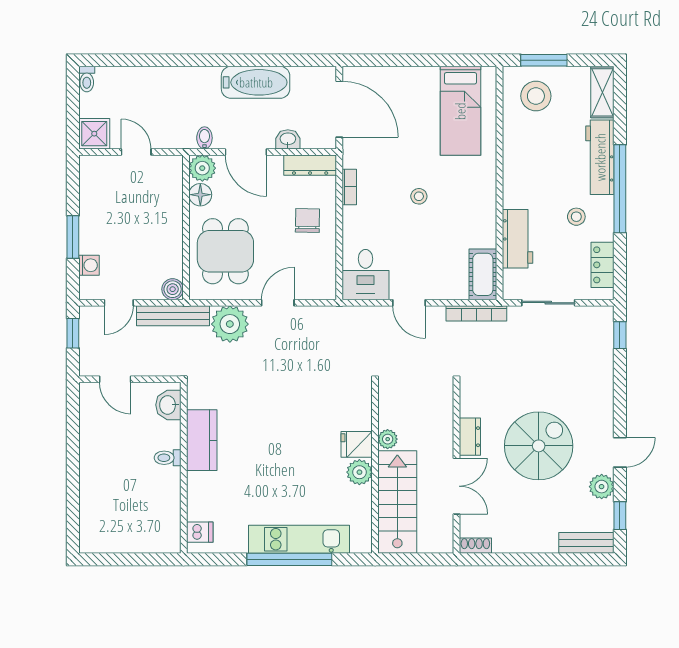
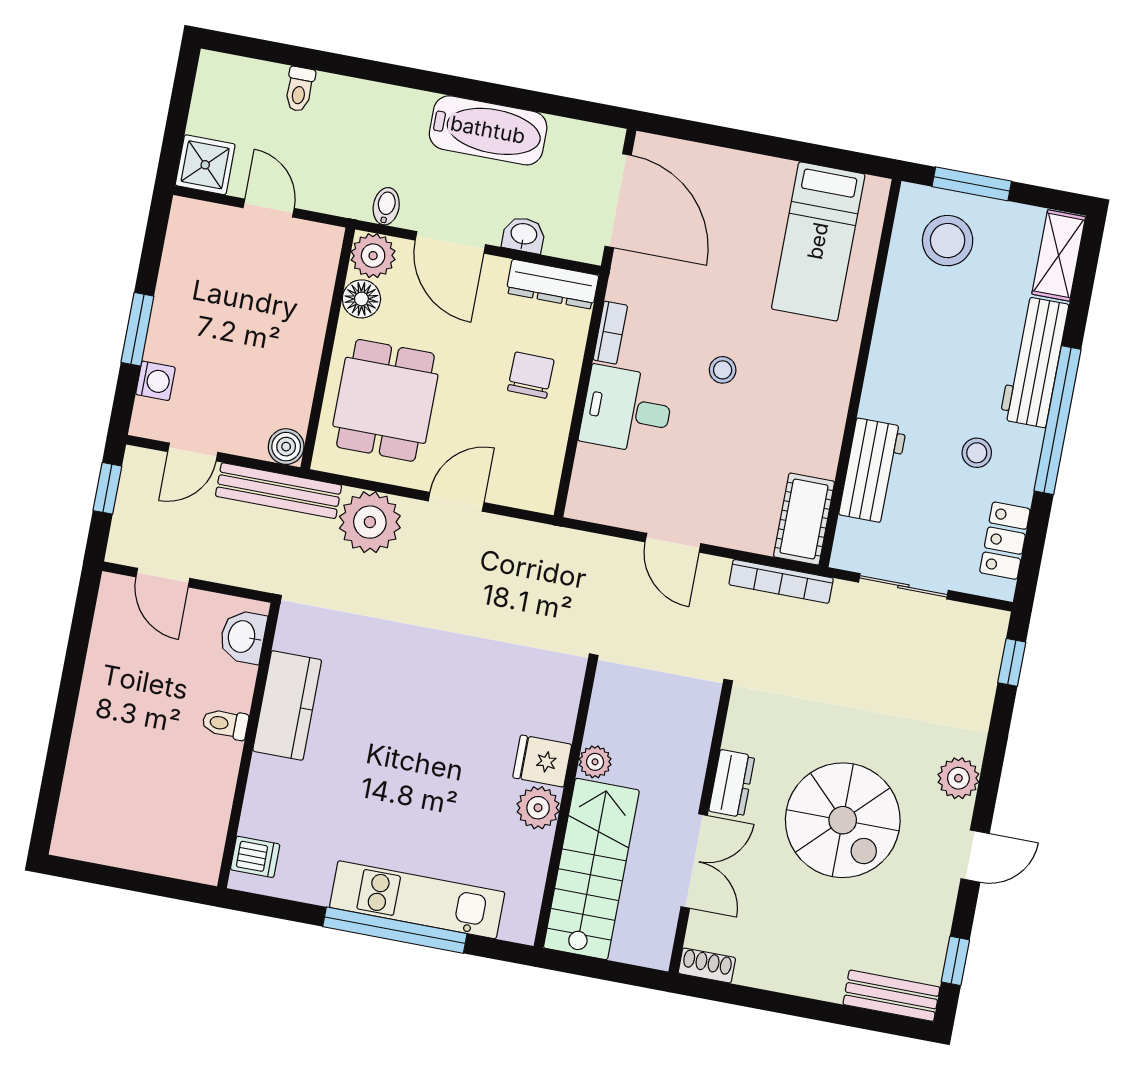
toilet: (87, 79) -> (300, 89), moved
desk: (366, 275) -> (627, 410), moved, turned 90
spiral stairs: (539, 446) -> (843, 820), turned 90
plant: (602, 487) -> (958, 778), moved

